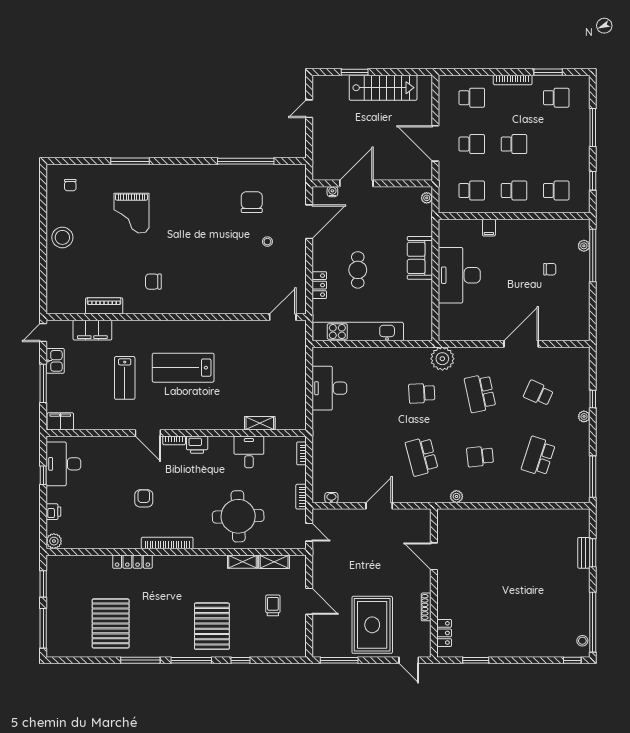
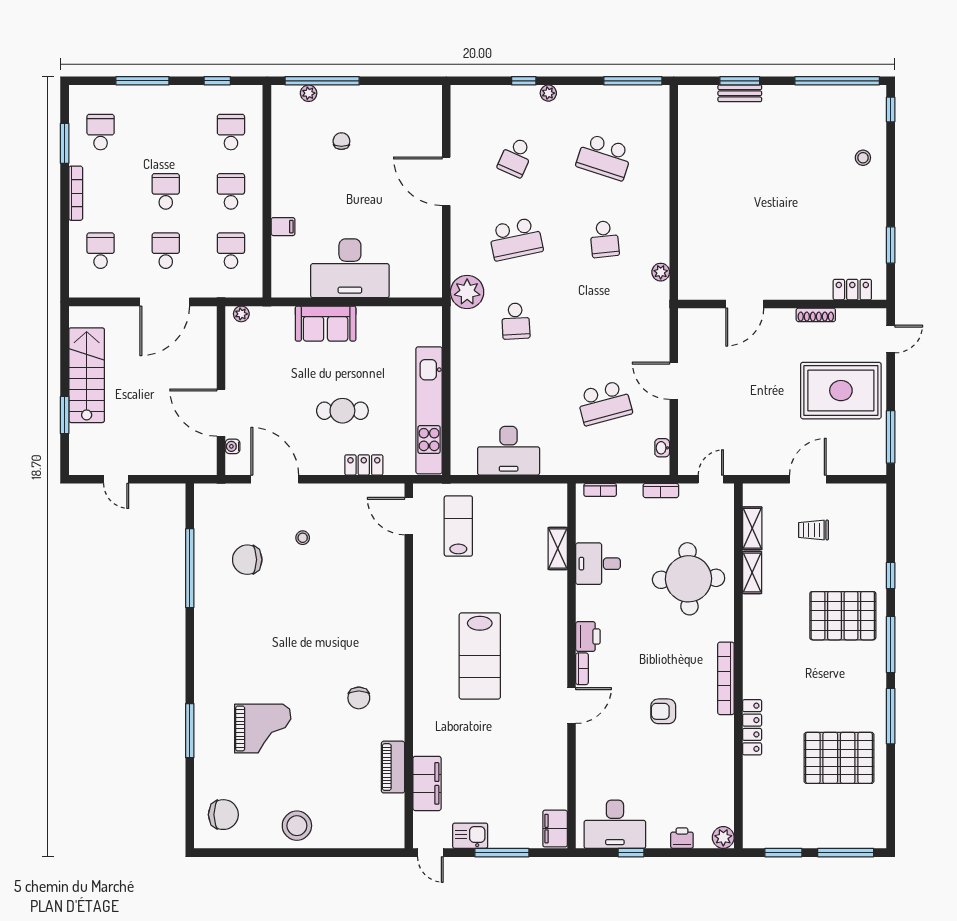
chair: (70, 185) -> (223, 815), width x1.87, depth x1.87
lab bench: (125, 378) -> (458, 526), moved, turned -90
school desk: (422, 456) -> (604, 403), moved
stool: (582, 641) -> (863, 158), moved

